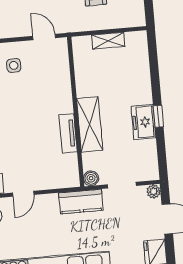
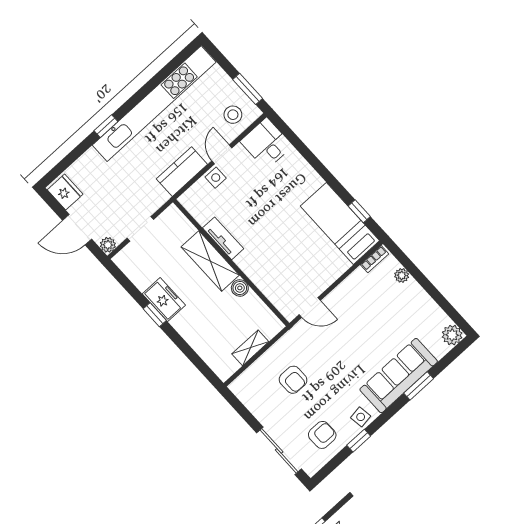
side table: (14, 65) -> (216, 178), moved
boiler: (91, 178) -> (240, 288), moved
kitchen counter: (81, 202) -> (182, 172), moved

